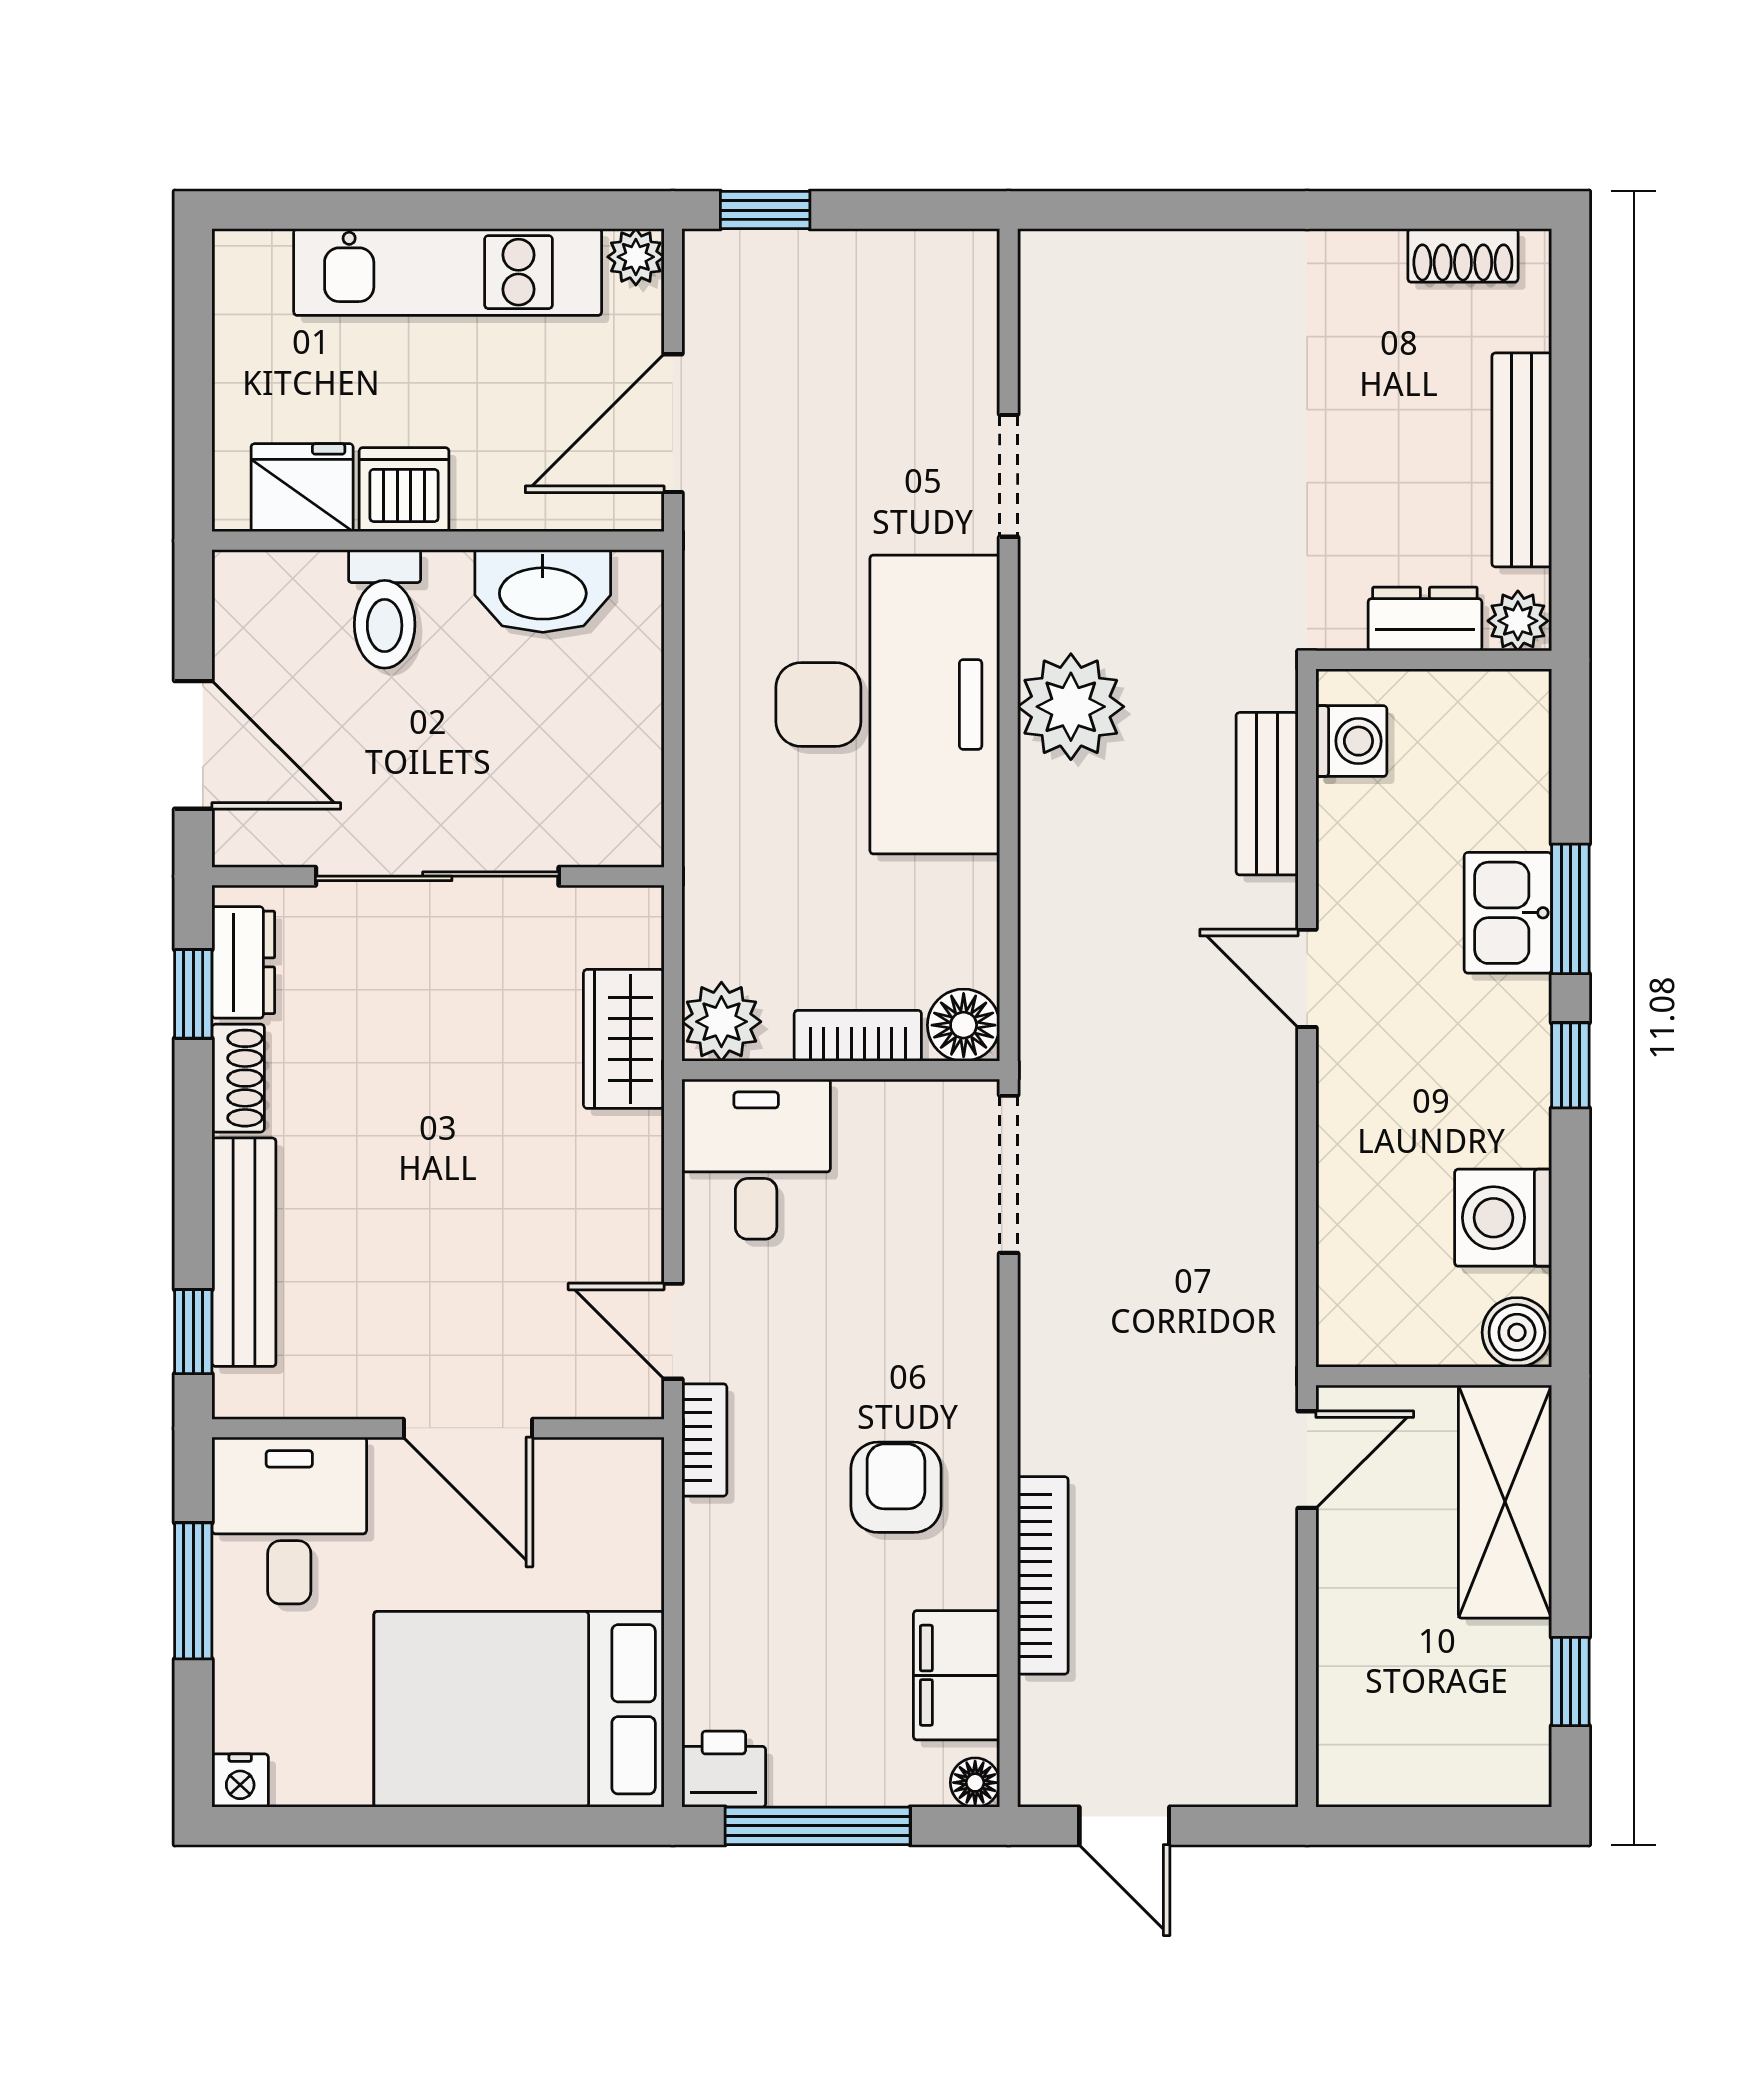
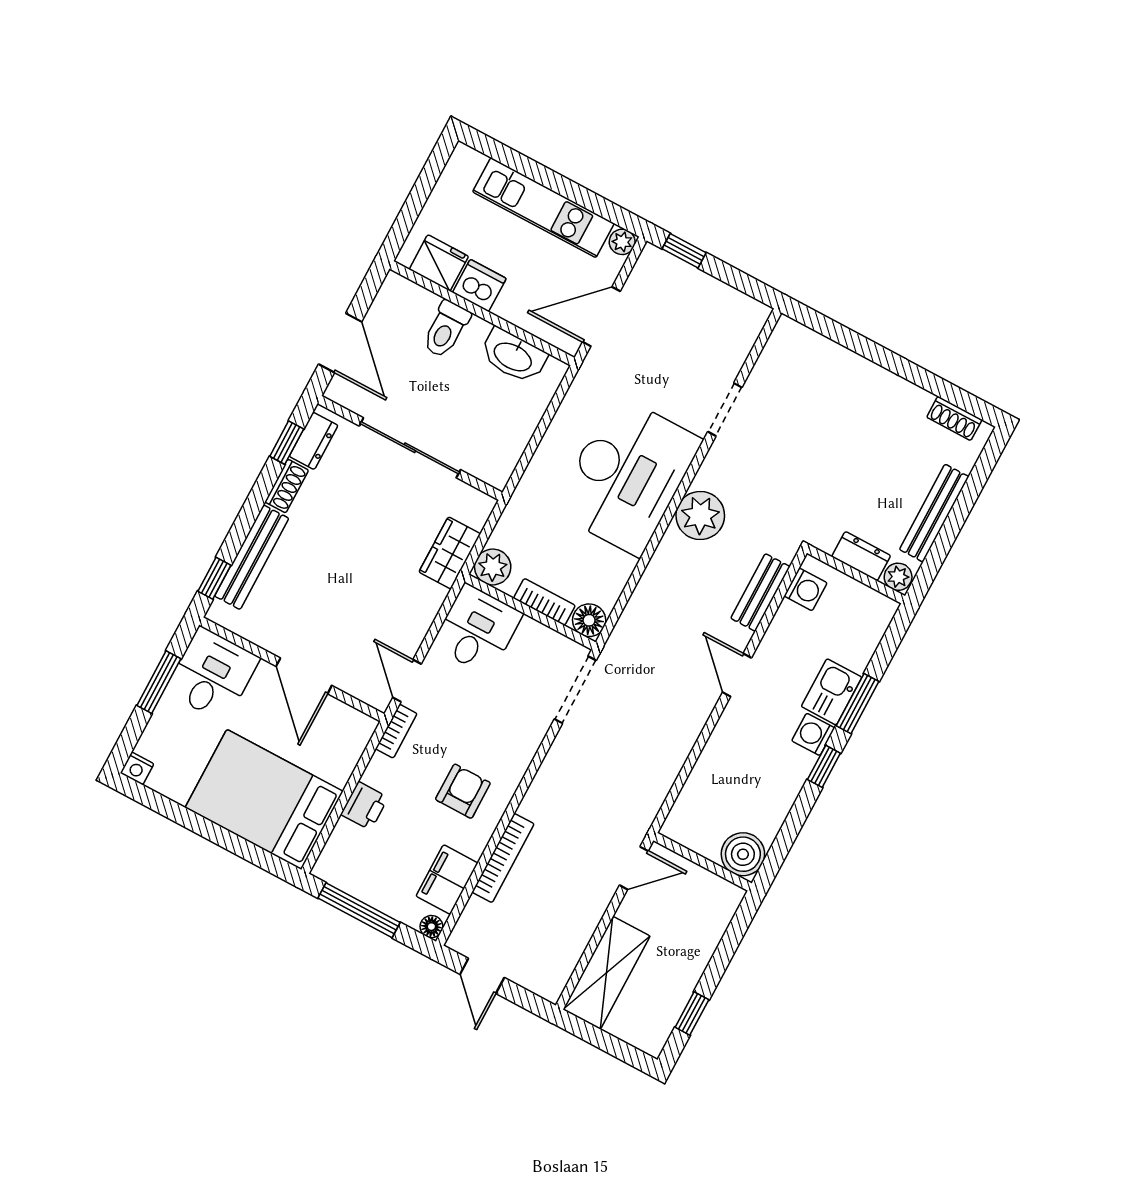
washing machine: (1503, 1218) -> (813, 734), moved, width x0.73, depth x0.73
boiler: (1517, 1332) -> (743, 854), width x1.36, depth x1.36
shelving: (1505, 1502) -> (607, 973), moved
printer: (724, 1769) -> (364, 806), moved, turned 90

